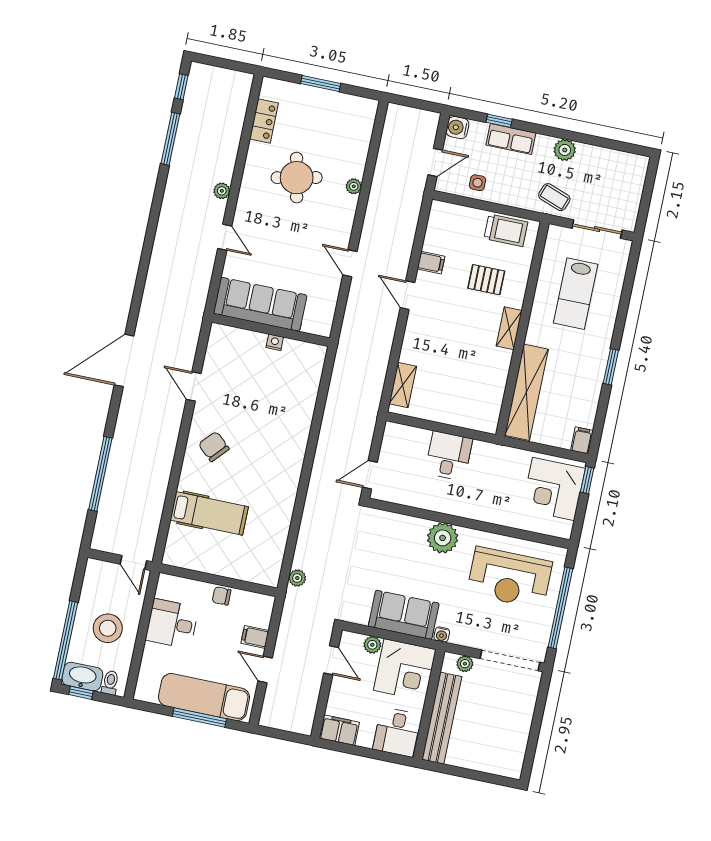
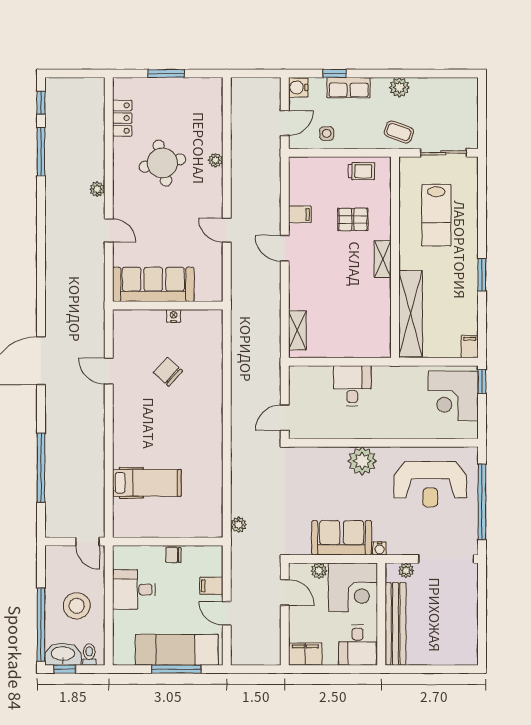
trolley: (506, 230) -> (361, 171), width x0.73, depth x0.72
chair: (214, 447) -> (168, 372), moved

